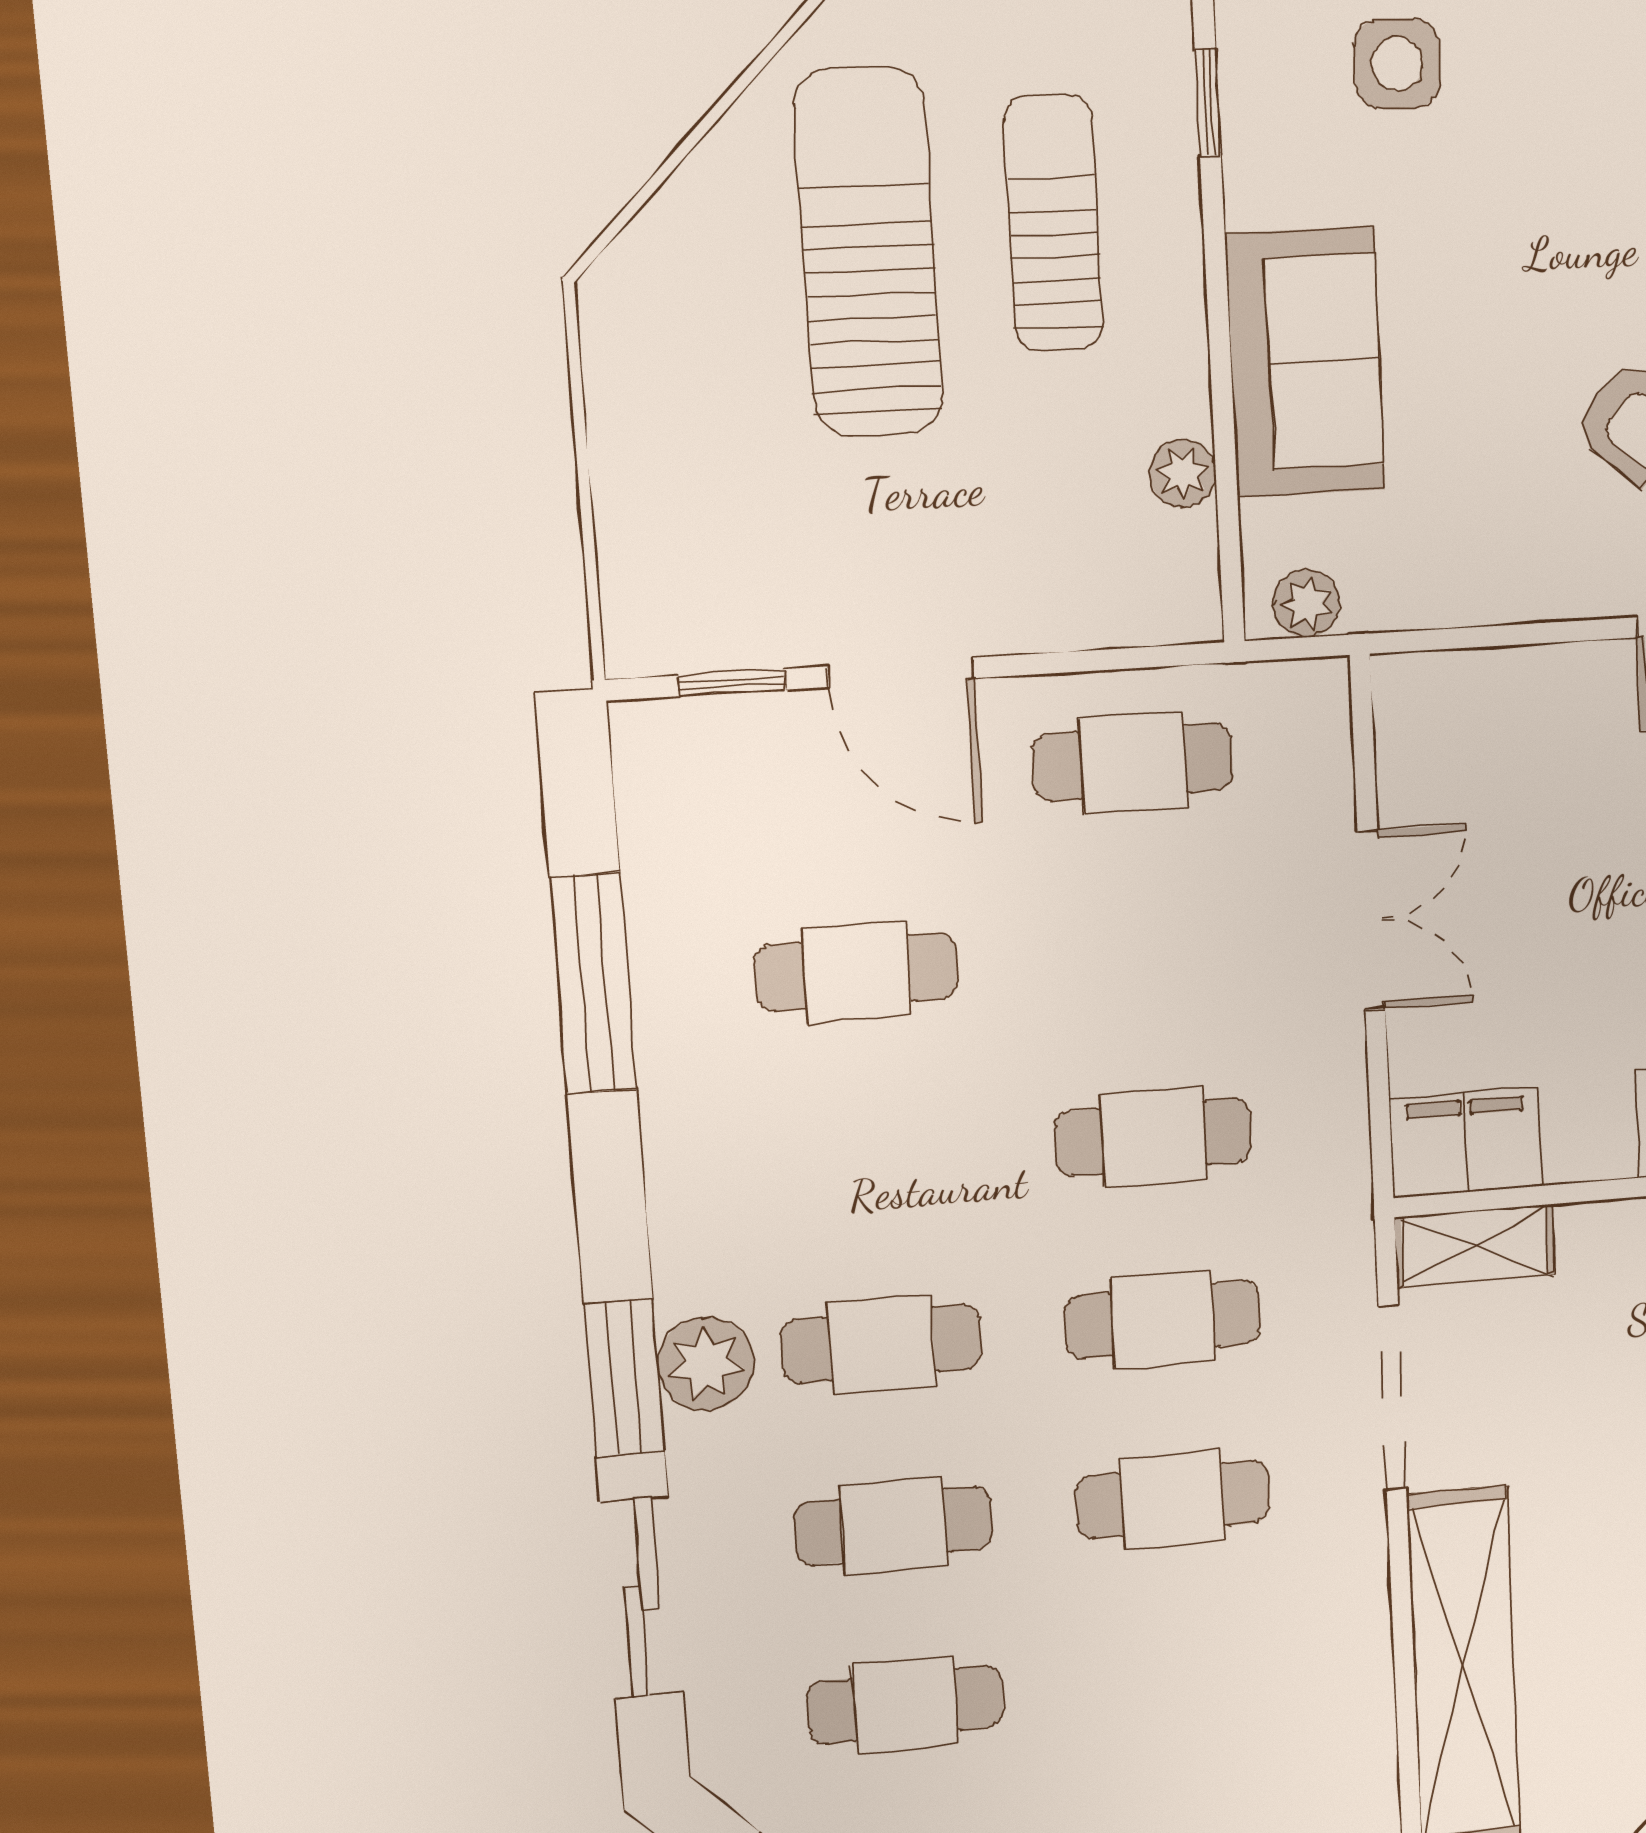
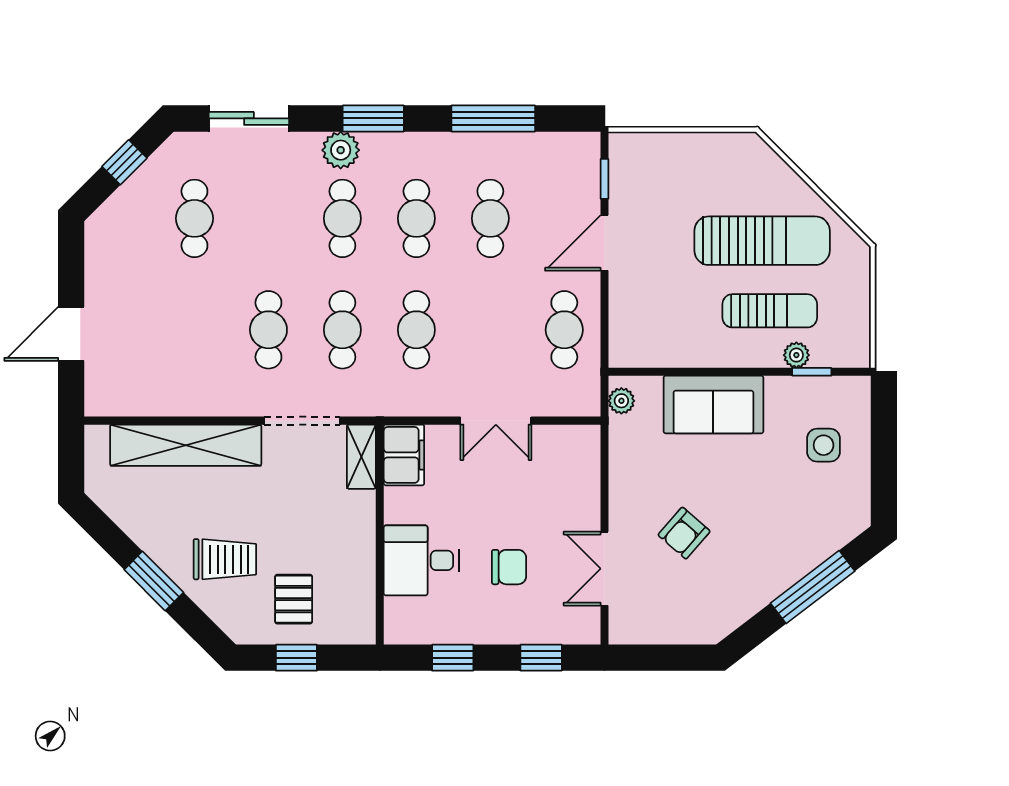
plant: (1183, 473) -> (796, 355), moved
window: (624, 1378) -> (373, 118), moved
cafe table: (894, 1526) -> (416, 218), moved

